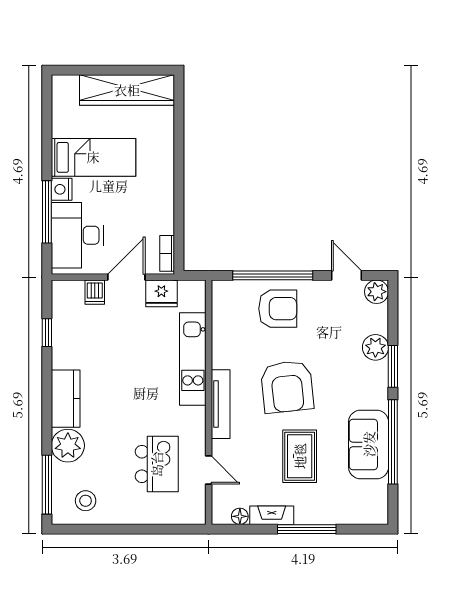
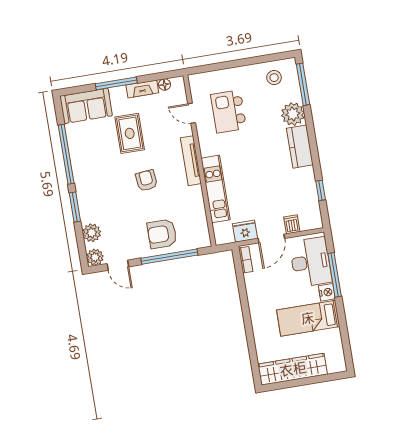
plant: (375, 347) -> (92, 233), moved
armchair: (287, 387) -> (146, 180), width x0.53, depth x0.53
sofa: (369, 444) -> (86, 106), moved, turned 90

